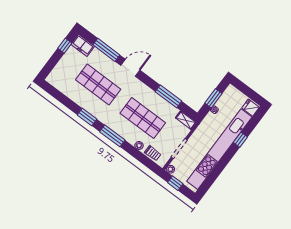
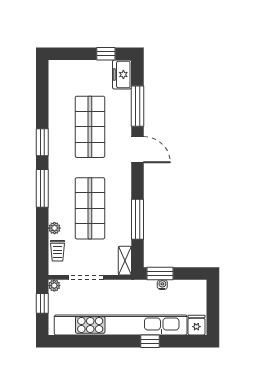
window: (213, 98) -> (160, 274), moved

